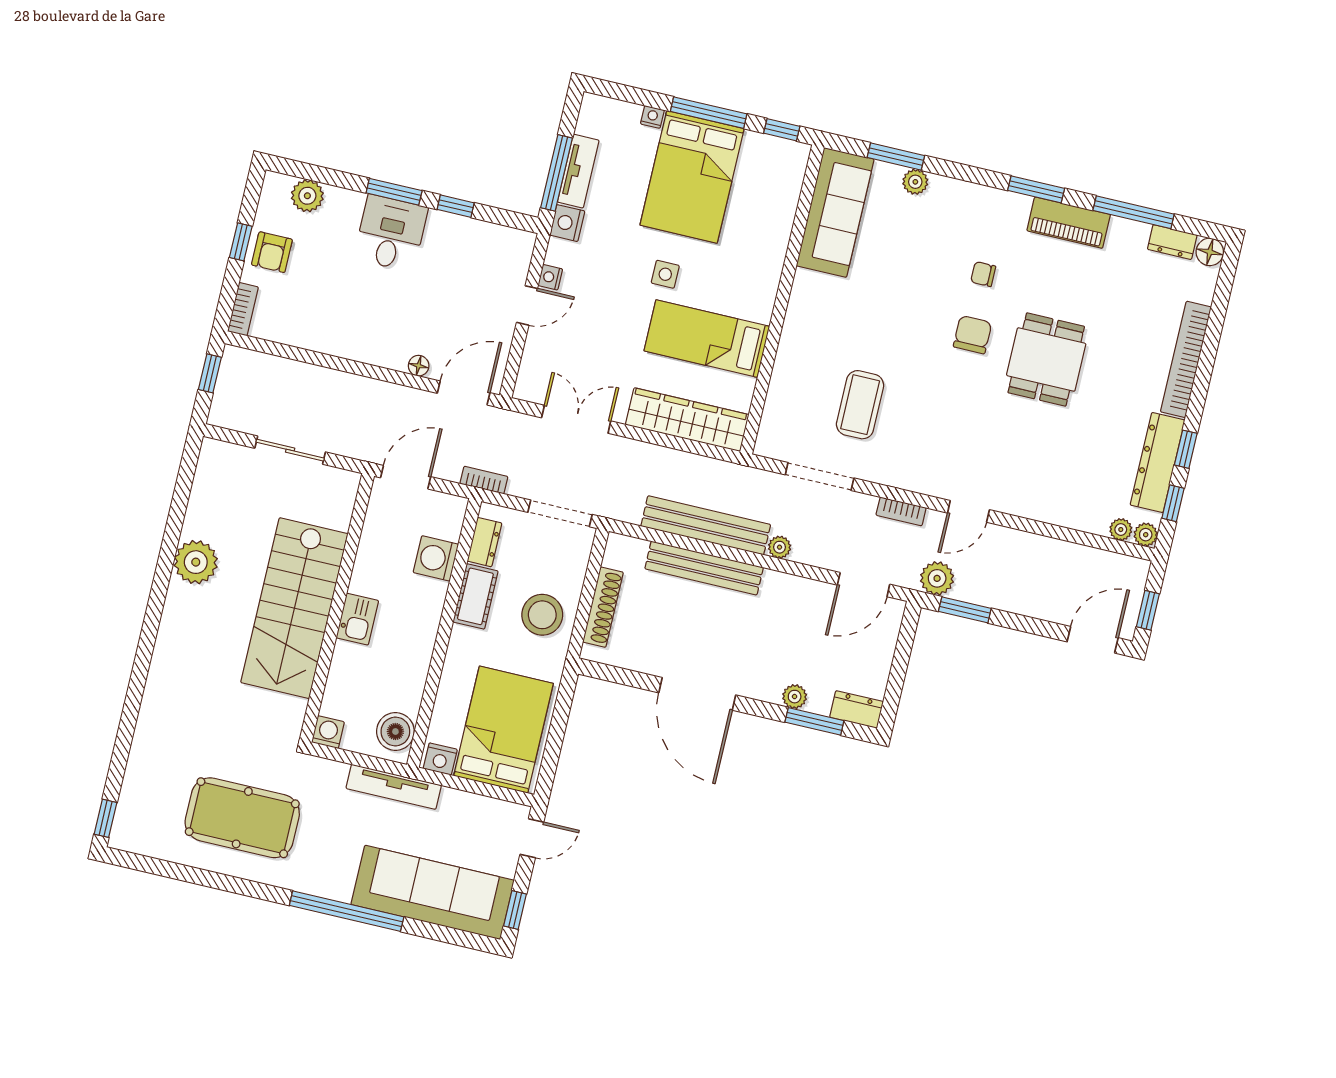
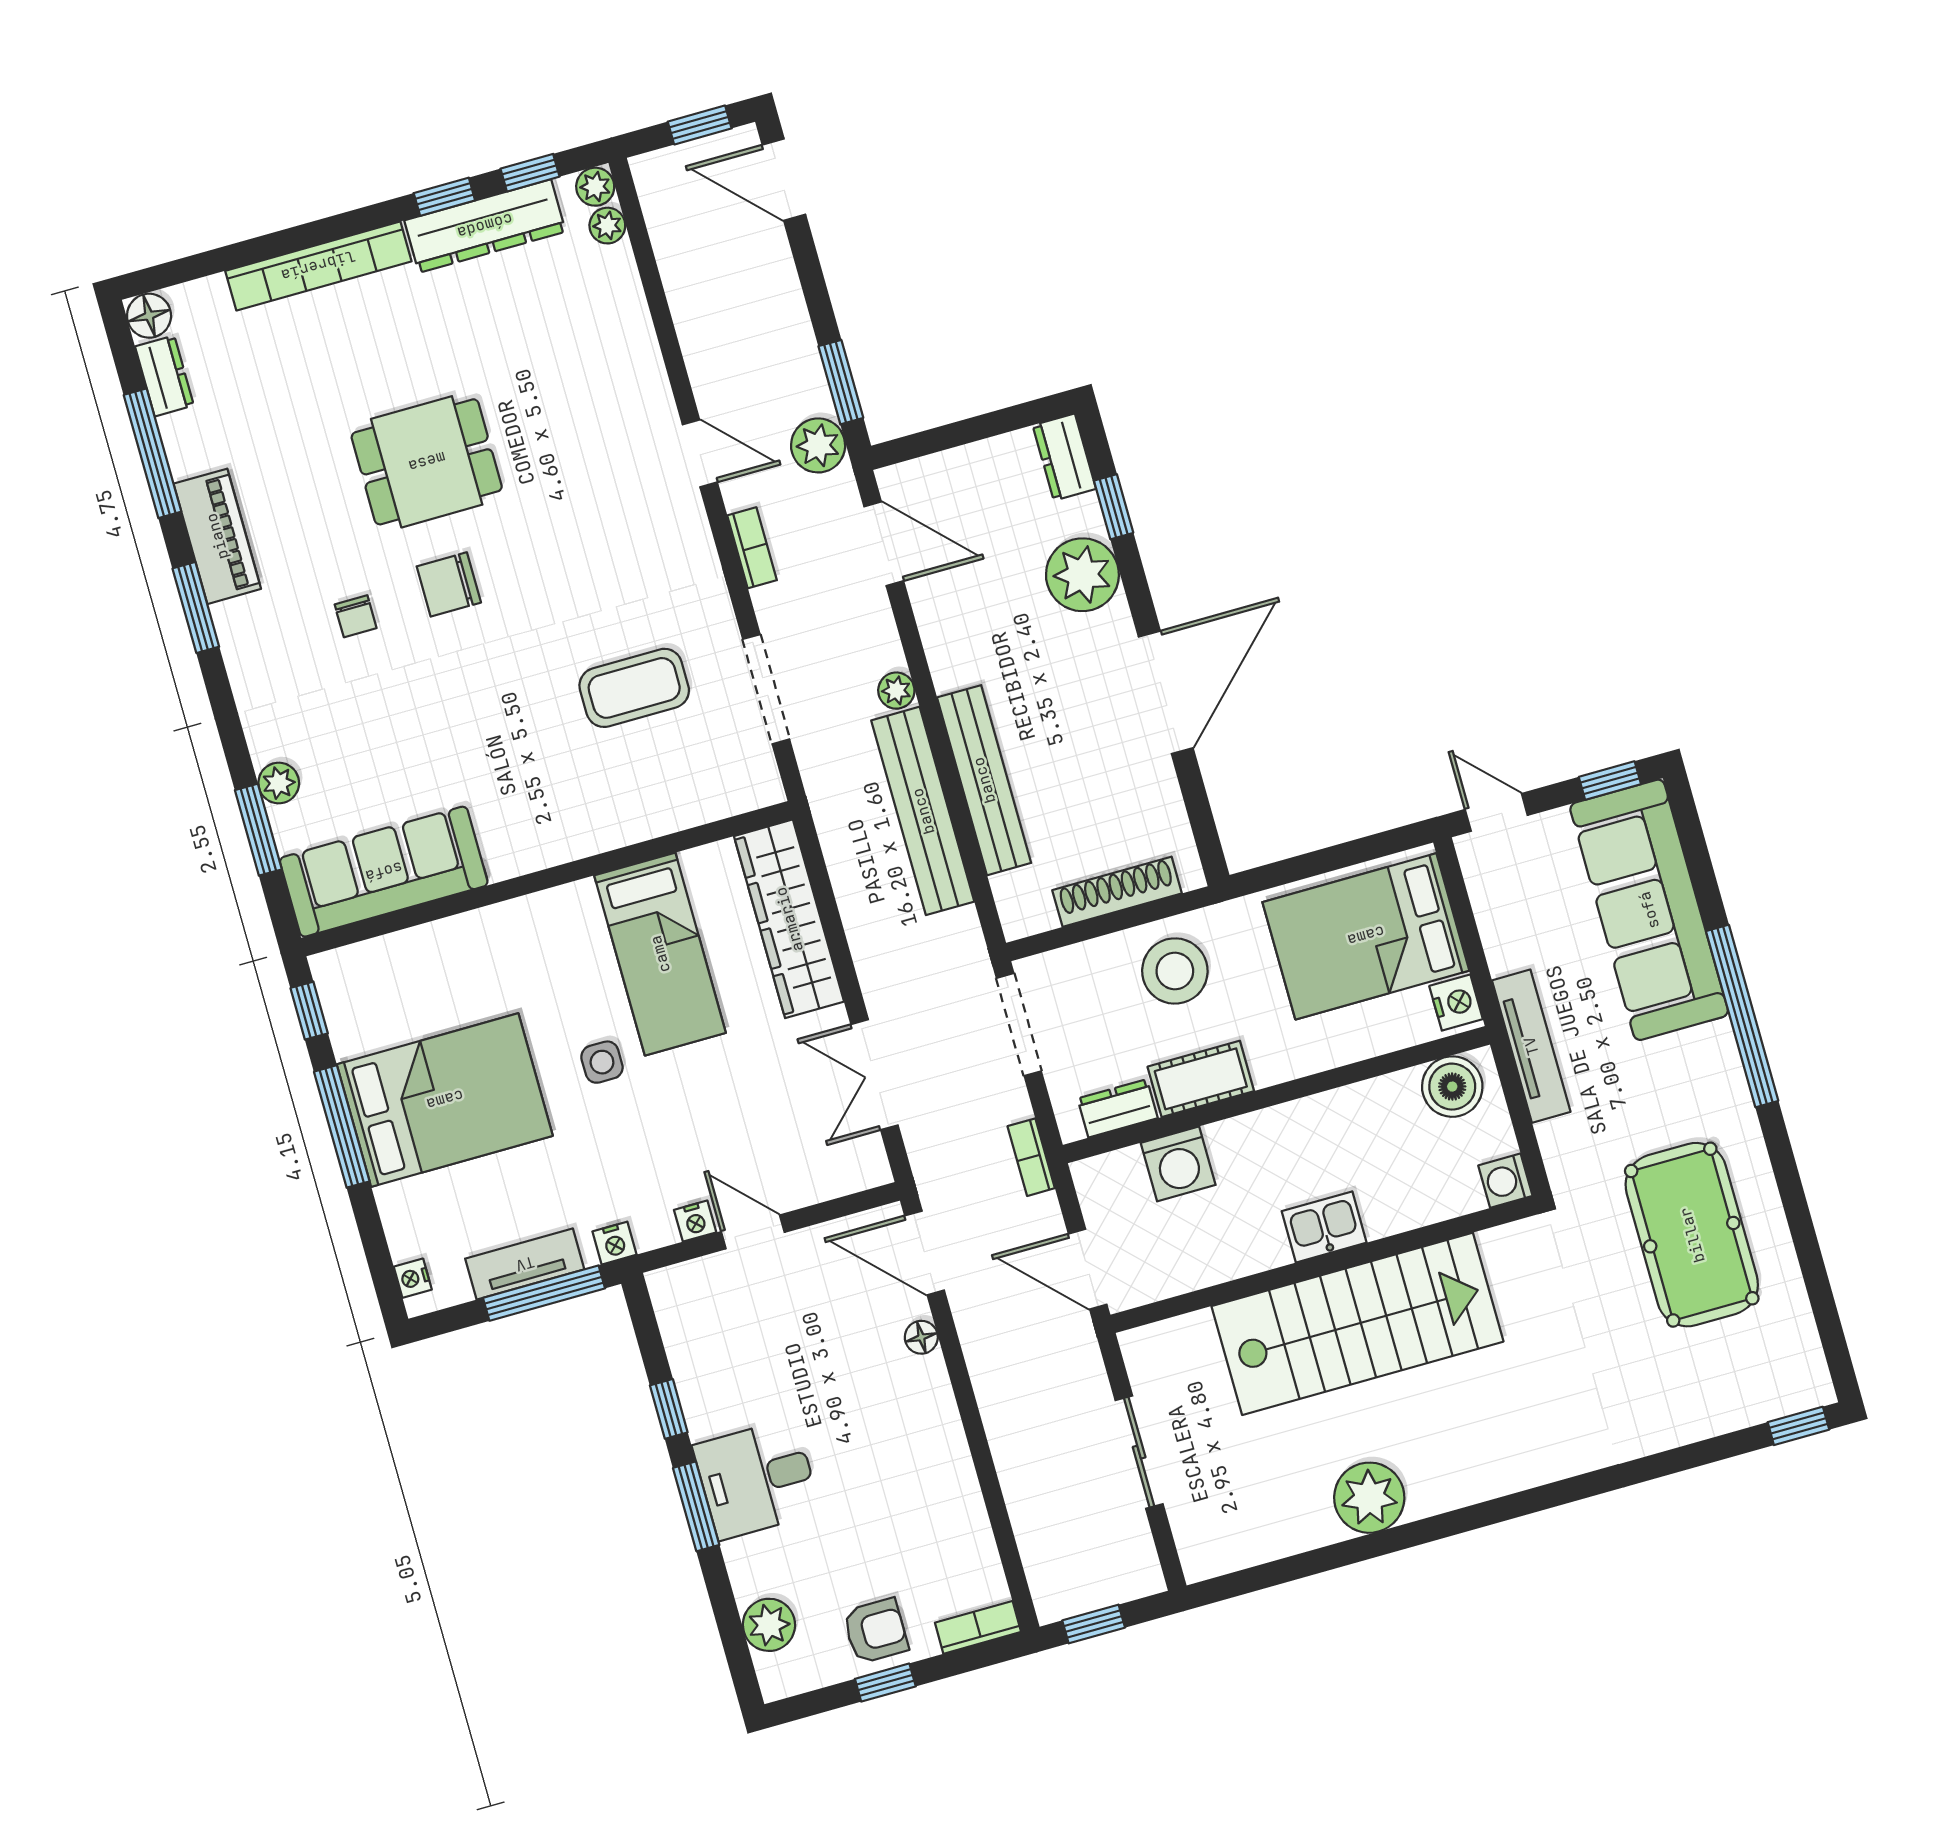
nightstand: (652, 117) -> (413, 1278), moved
nightstand: (567, 223) -> (614, 1243), width x0.72, depth x0.74
plant: (795, 697) -> (1082, 575), width x1.87, depth x1.87
window: (814, 721) -> (1114, 507), width x0.67

